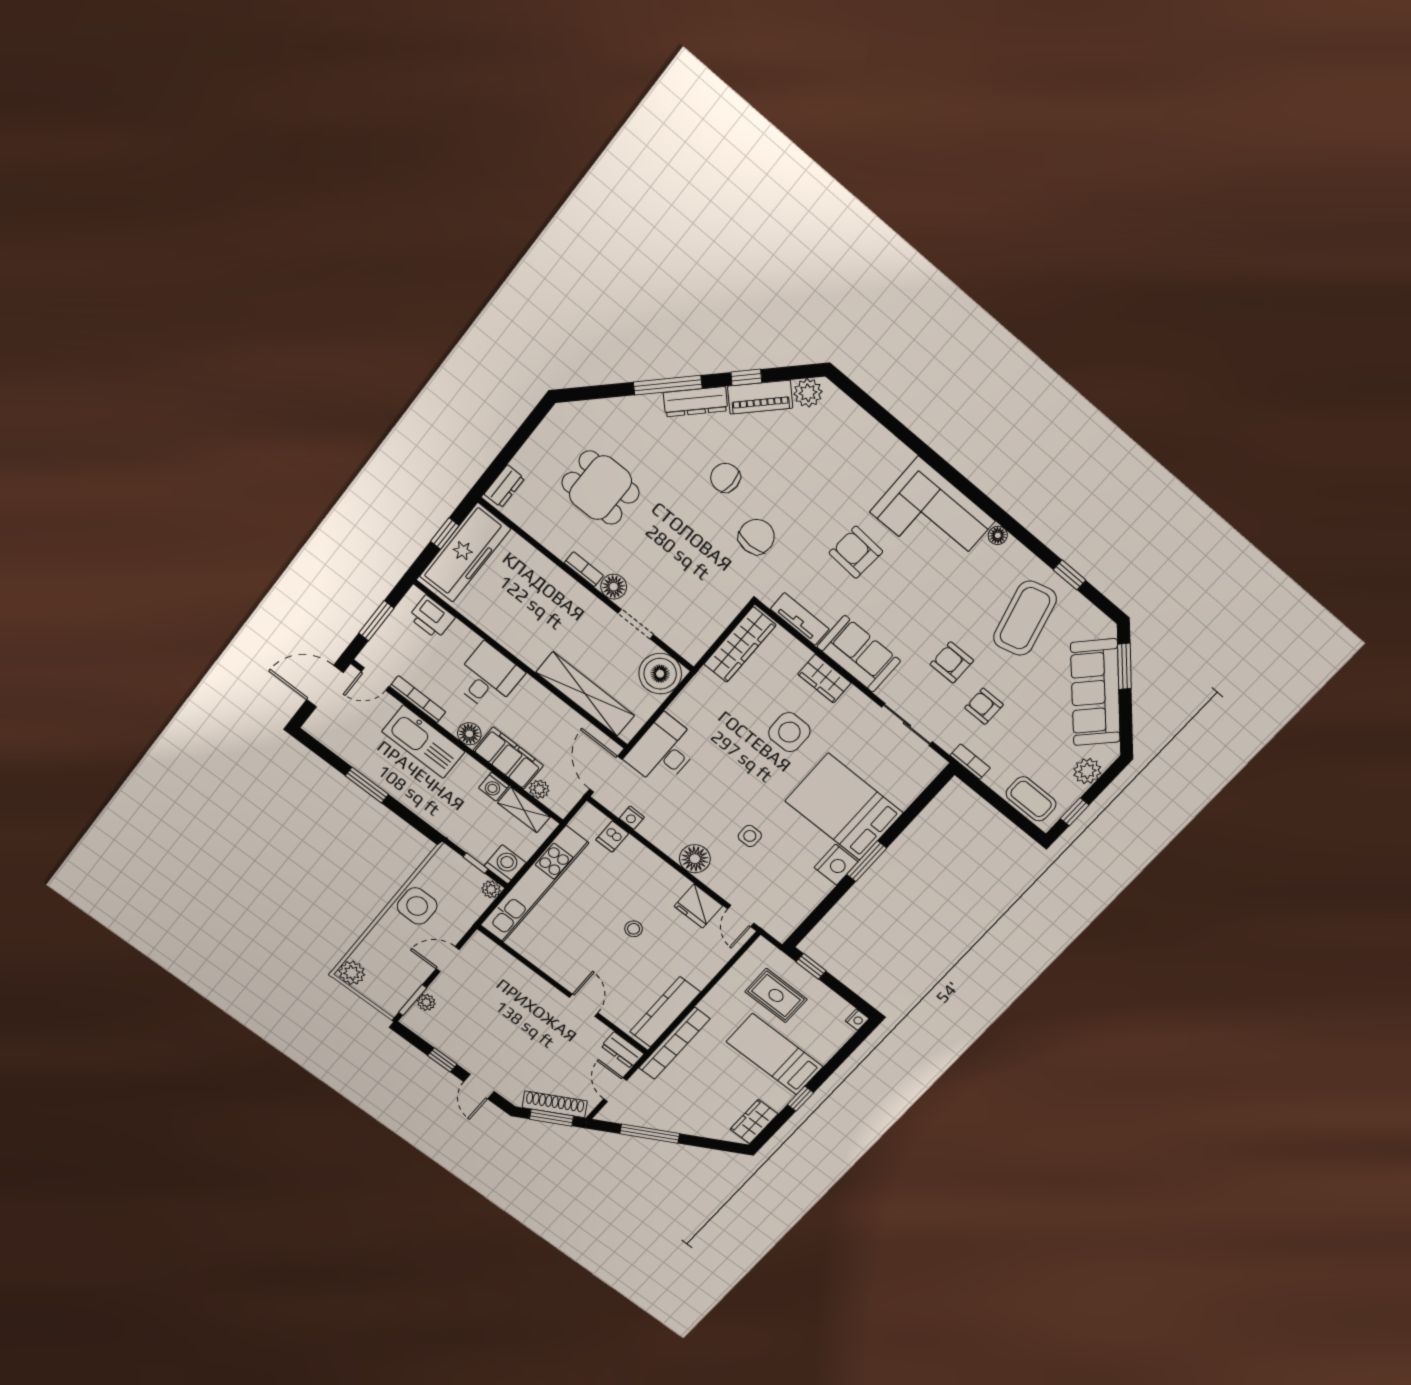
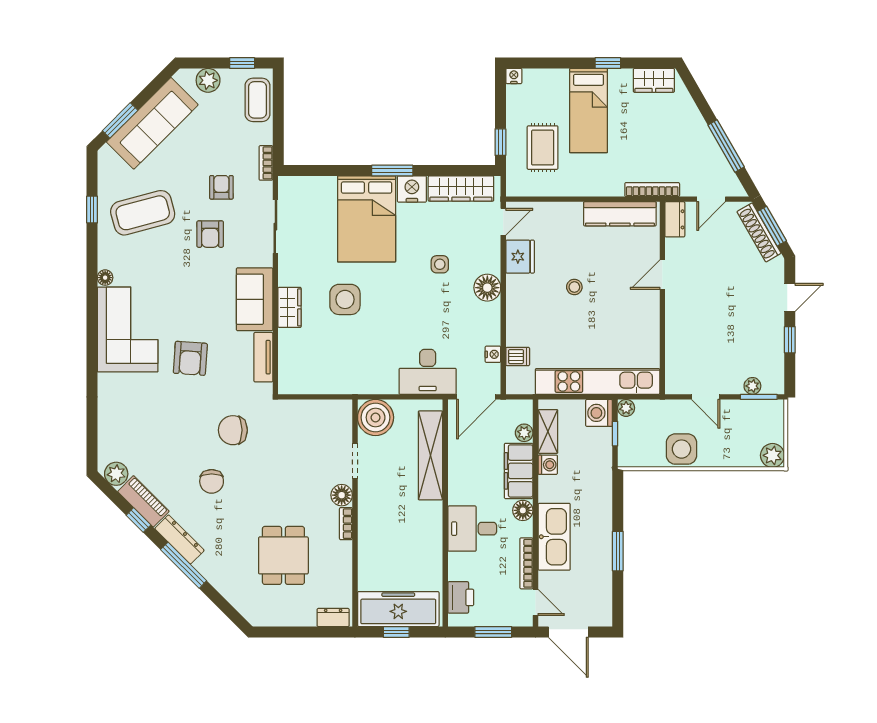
wardrobe: (740, 645) -> (461, 189), moved, turned 180
armchair: (984, 706) -> (221, 187), turned 180
bookcase: (674, 1043) -> (652, 190), width x0.68, depth x0.76

